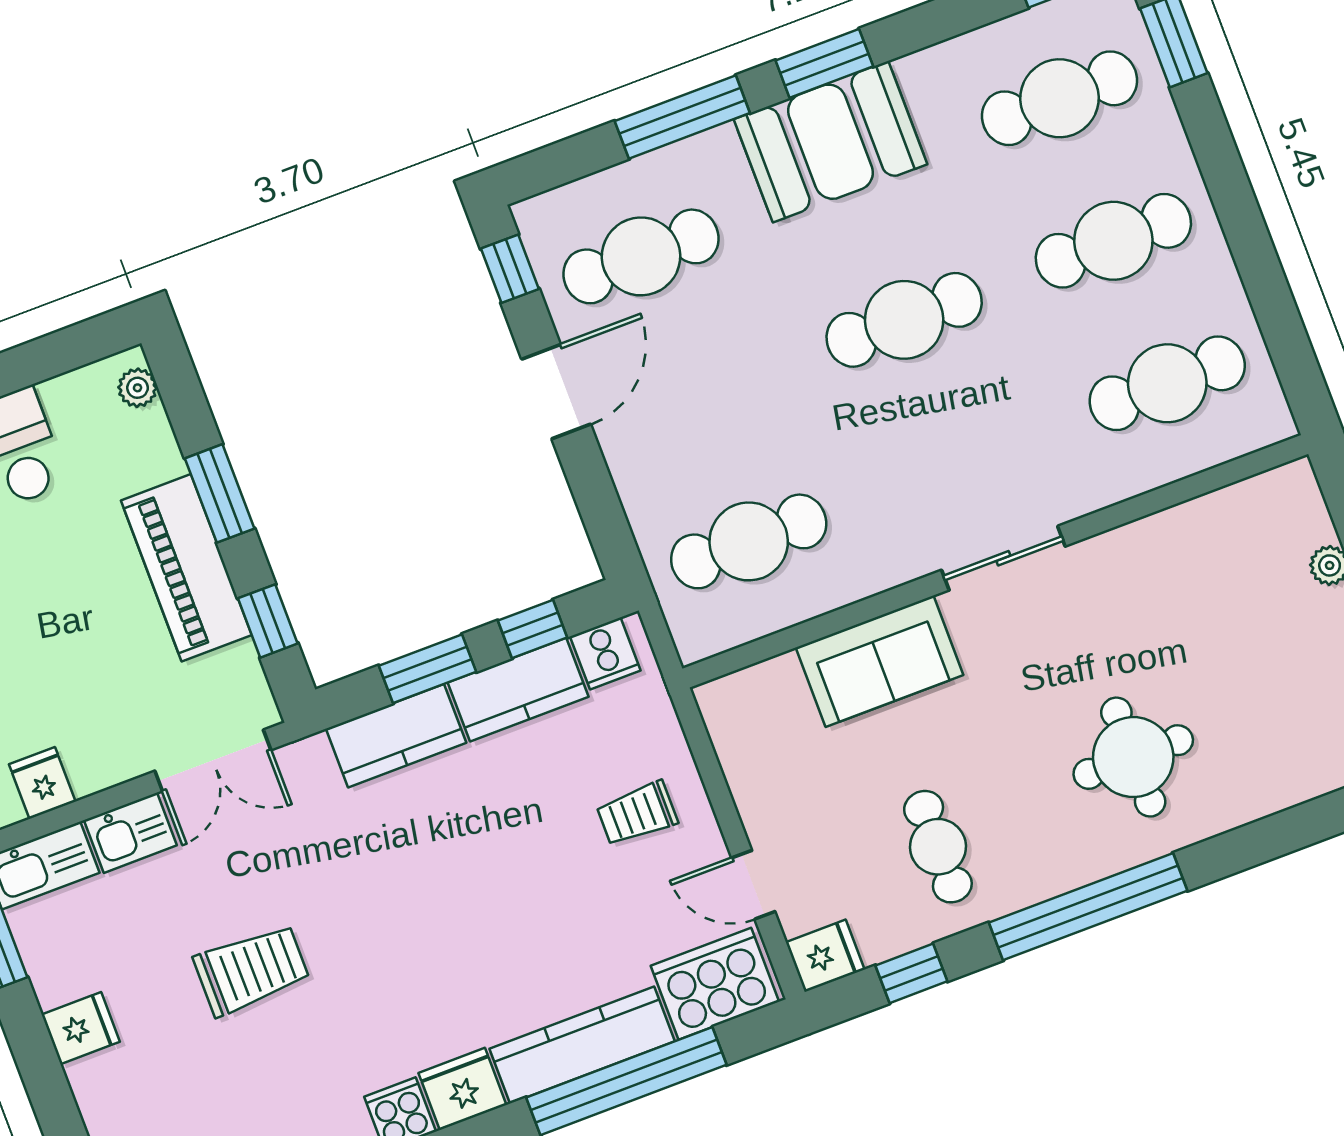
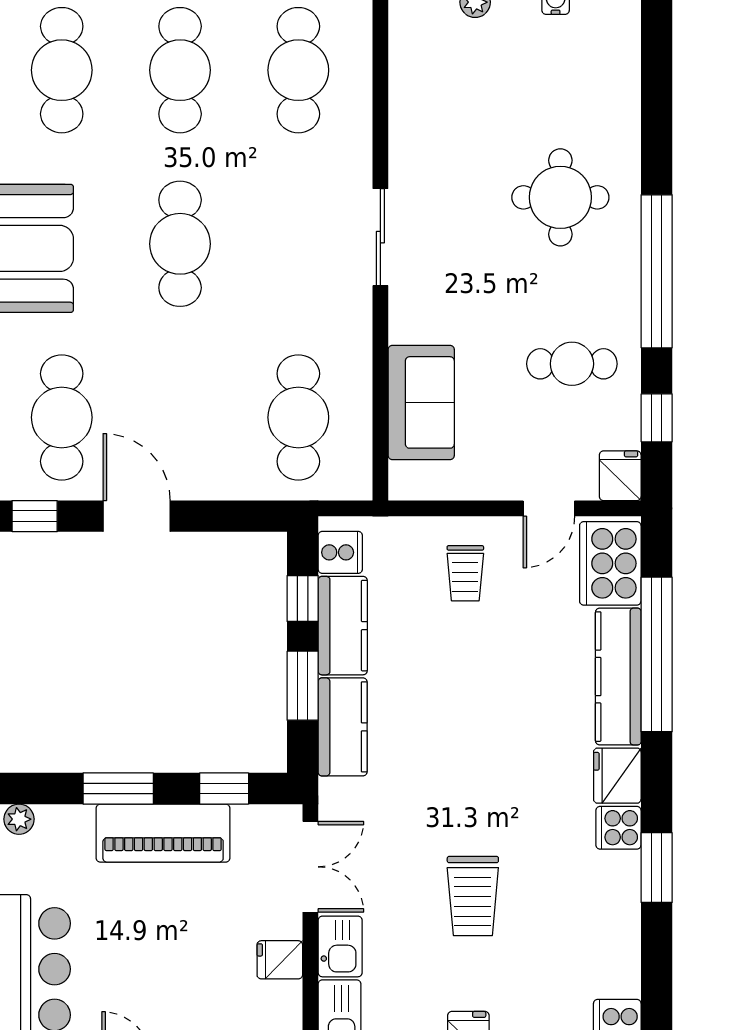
sofa: (880, 661) -> (421, 402), moved
fridge: (42, 783) -> (280, 960), moved
trolley: (252, 970) -> (473, 896), turned 180

